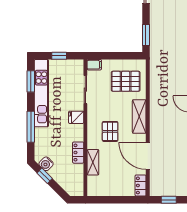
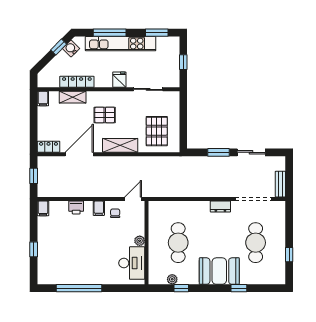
window: (146, 35) -> (219, 152), moved
filing cabinet: (94, 65) -> (43, 99), moved
kitchen unit: (41, 93) -> (121, 44), moved
locker: (78, 153) -> (77, 82), width x1.53

